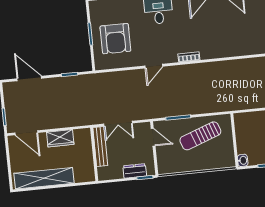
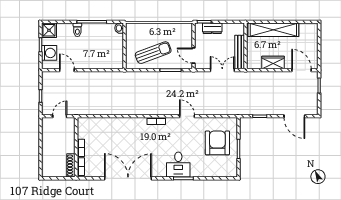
door: (154, 66) -> (187, 116), hinge flipped
shelving: (44, 178) -> (273, 30), moved

